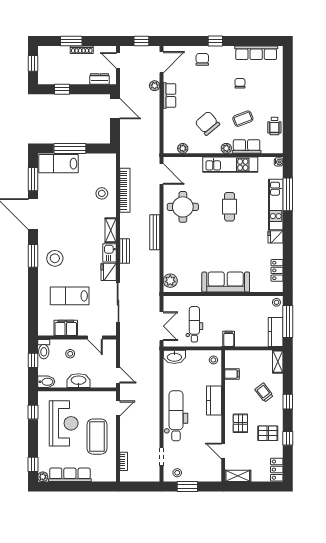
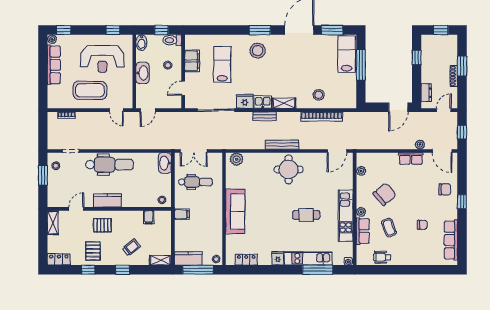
round table: (183, 207) -> (289, 169), moved
kitchen counter: (214, 401) -> (107, 200), moved

